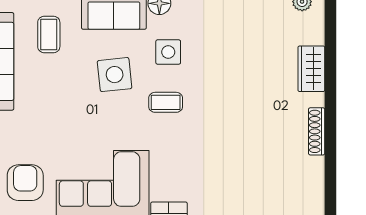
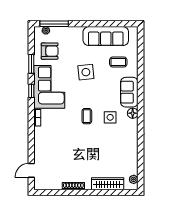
wardrobe: (311, 69) -> (108, 184), width x1.50
side table: (115, 75) -> (86, 72), moved

